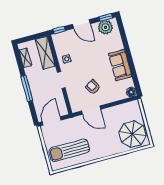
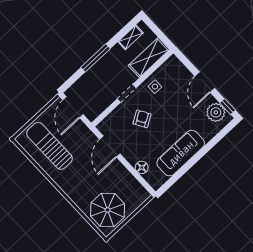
window: (59, 30) -> (184, 60), removed
sofa: (120, 65) -> (181, 153), width x1.36
armchair: (93, 87) -> (142, 119), moved
floor lamp: (131, 92) -> (142, 167), moved
door: (52, 121) -> (73, 107), swing flipped

